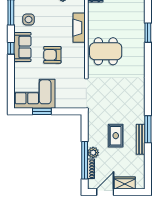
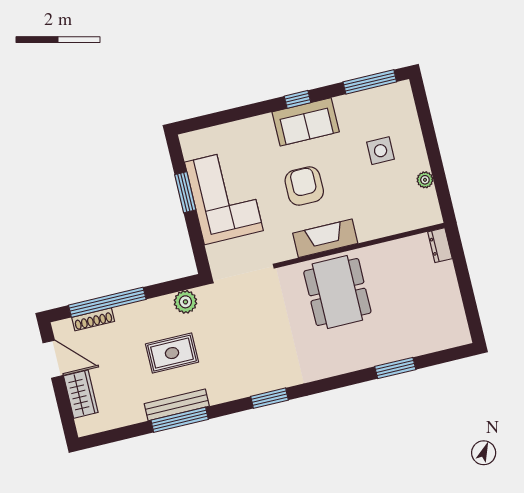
side table: (29, 19) -> (381, 151), moved
fireplace: (79, 28) -> (325, 238), moved
corner sofa: (34, 94) -> (224, 196), moved
window: (148, 95) -> (269, 398), added
window: (148, 129) -> (180, 420), moved
plant: (93, 153) -> (185, 302), moved

